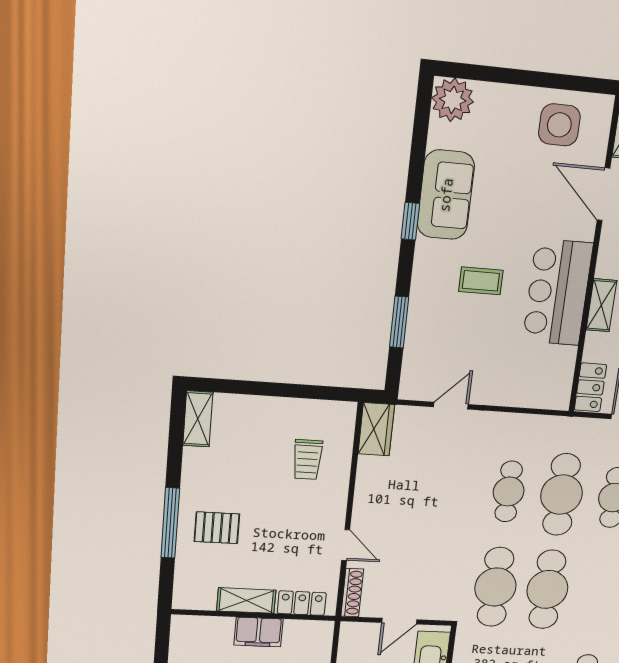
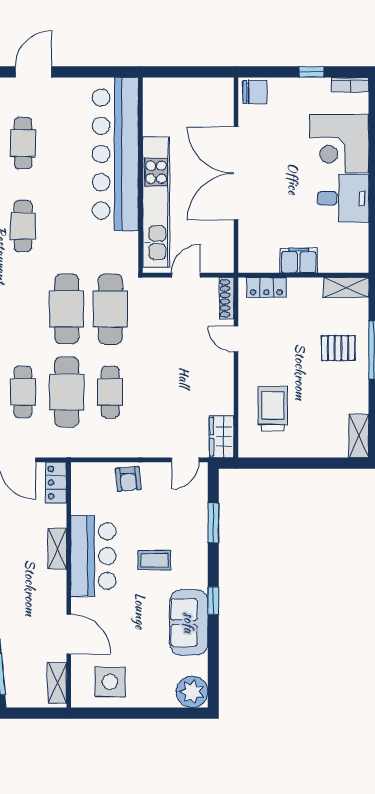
armchair: (501, 385) -> (128, 479), added
door: (451, 406) -> (185, 460), moved
trolley: (307, 460) -> (273, 409), width x1.36, depth x1.39
shelving: (246, 601) -> (346, 287), moved

